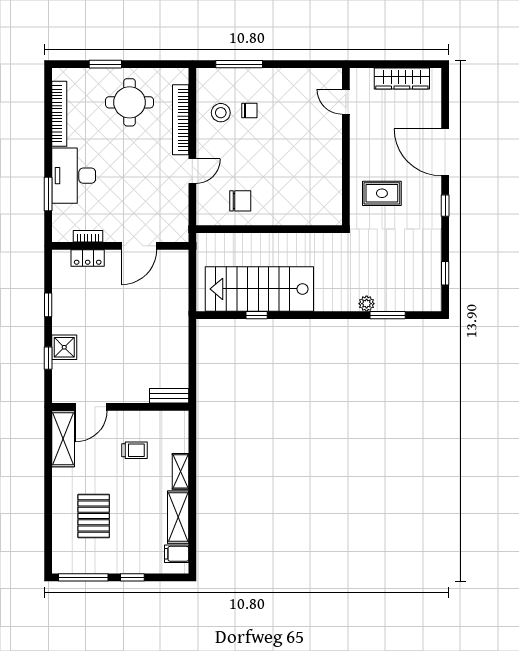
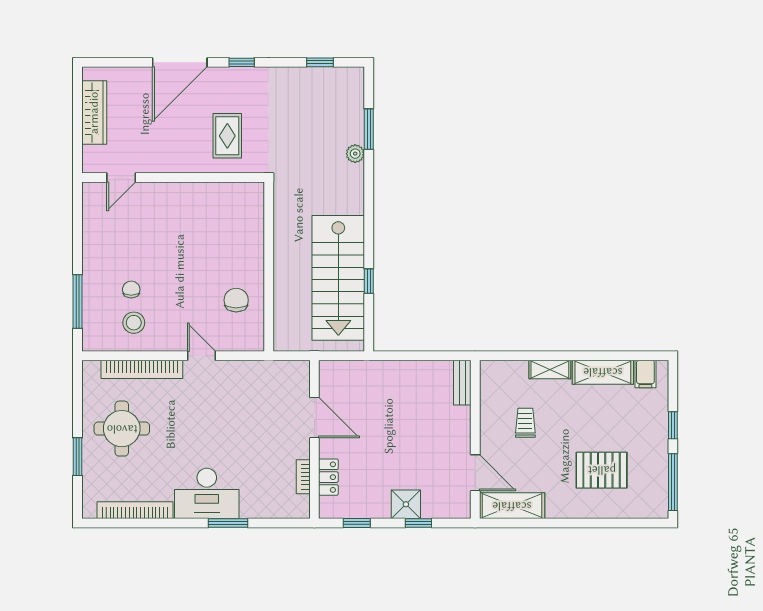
bookcase: (88, 236) -> (303, 477), moved
wall: (120, 246) -> (314, 439), moved
door: (139, 246) -> (314, 418), moved
locker: (88, 258) -> (328, 477), moved

